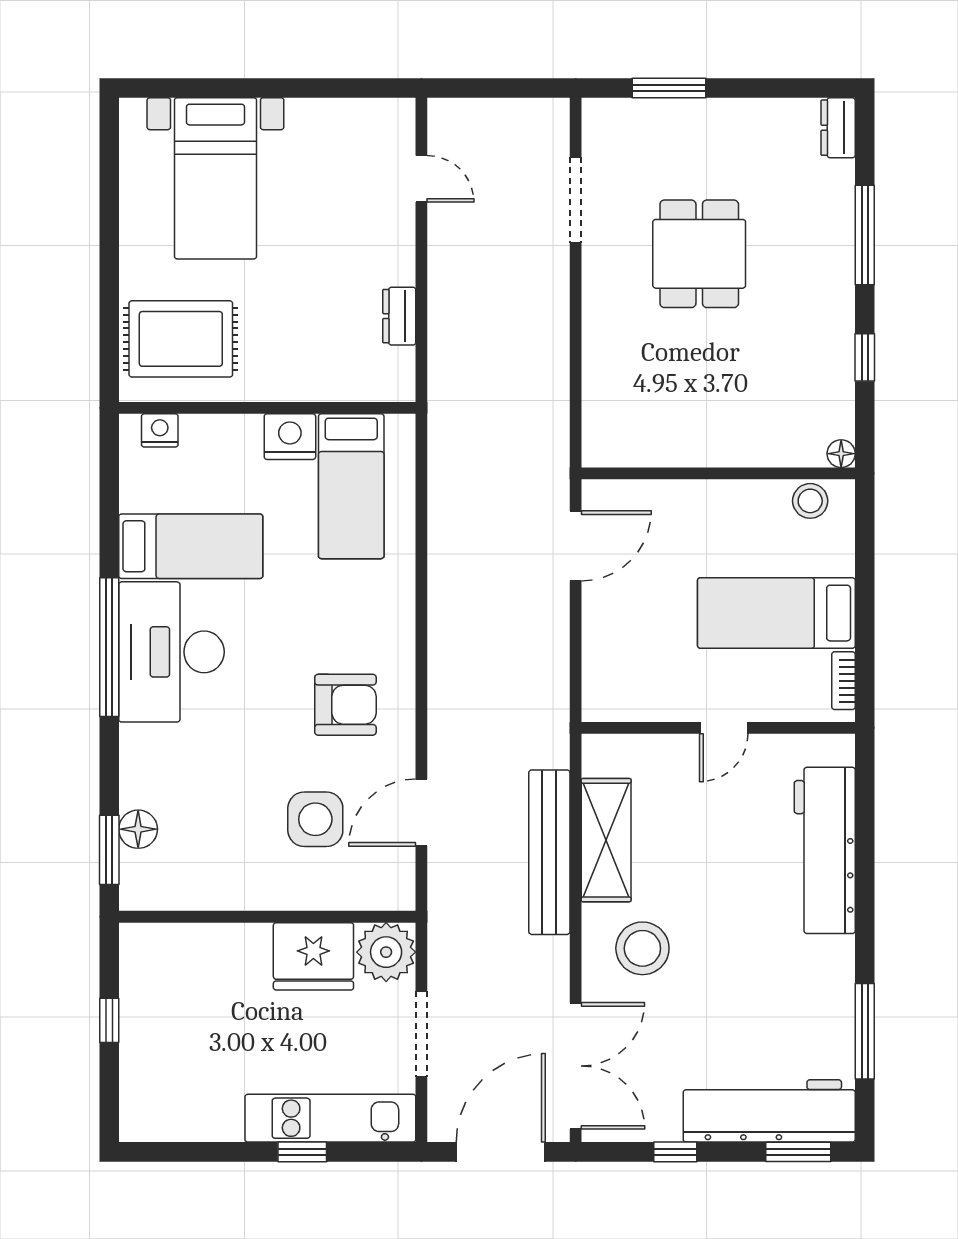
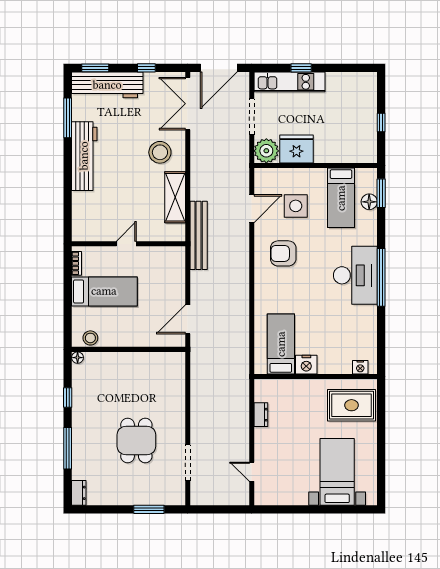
bed: (191, 546) -> (341, 198), moved, turned -90
workbench: (825, 850) -> (84, 156), moved
bench: (549, 852) -> (199, 235), moved

